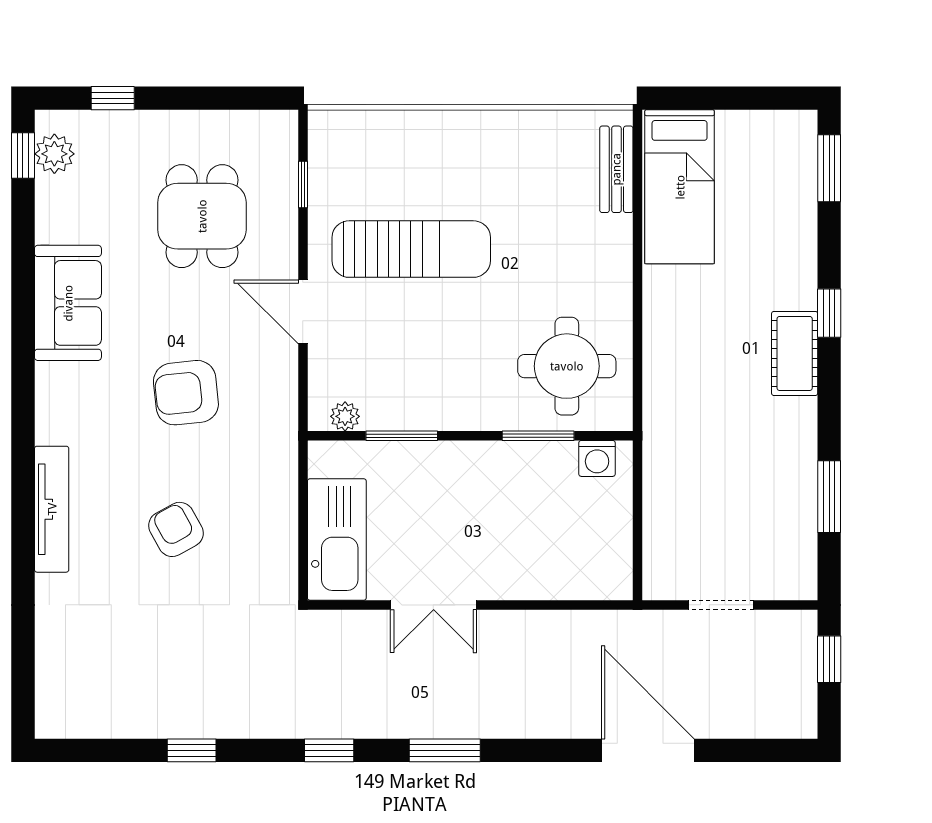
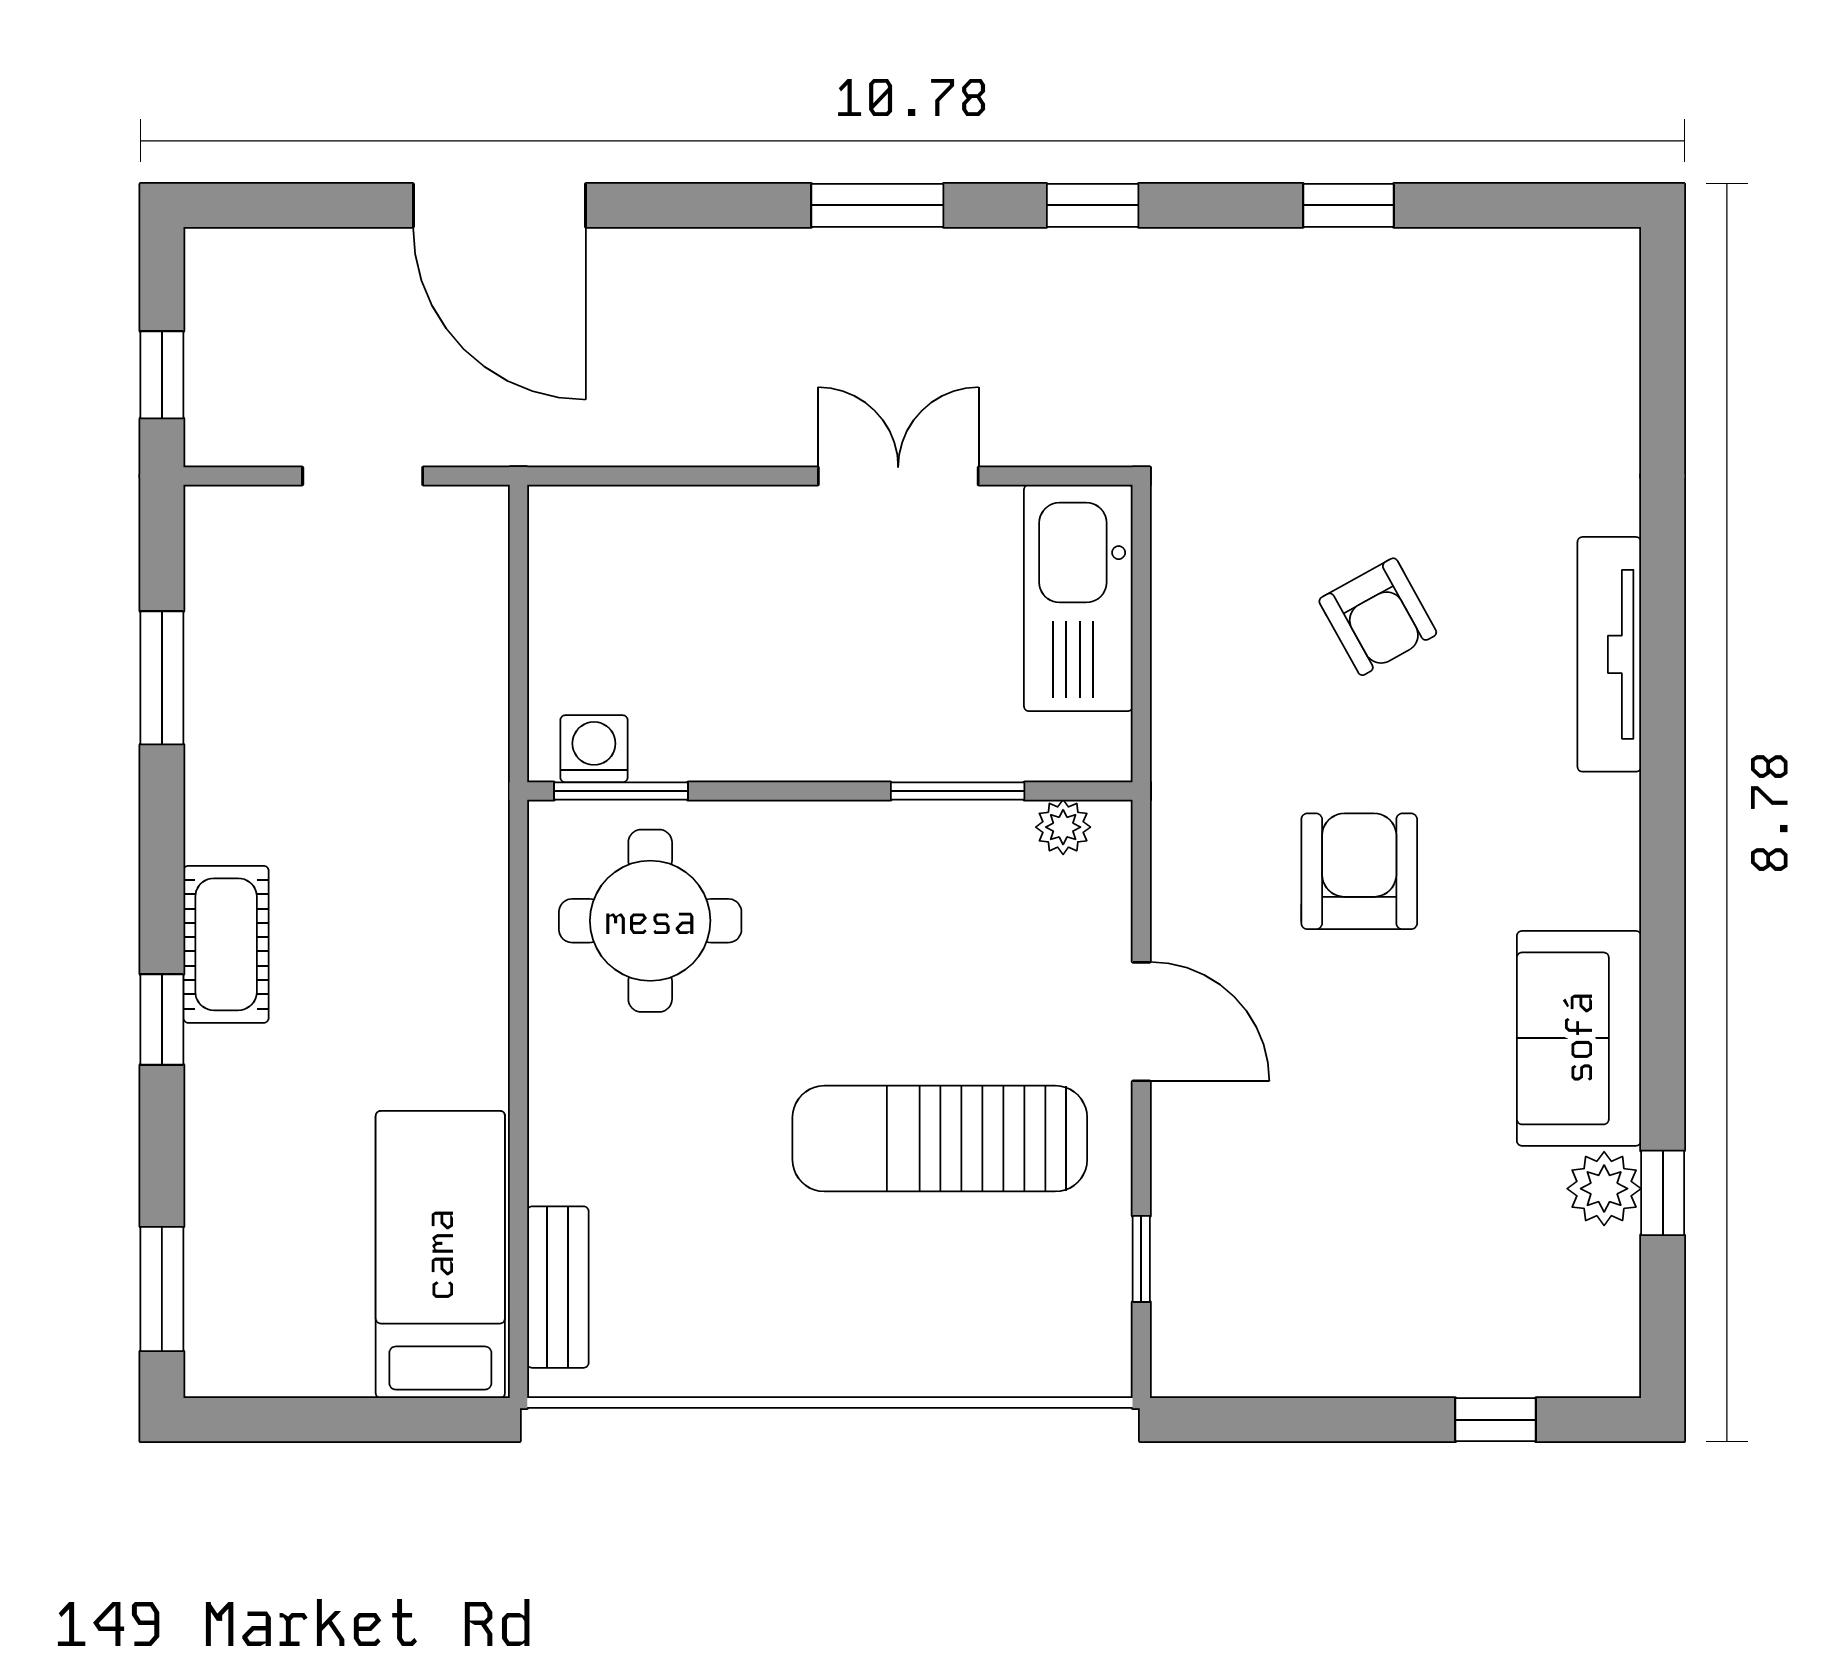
plant: (54, 154) -> (1604, 1189), moved
window: (23, 155) -> (1663, 1193), moved
dining table: (202, 216) -> (1329, 1200), removed
armchair: (186, 393) -> (1359, 871), turned -84
window: (538, 436) -> (621, 791), moved

